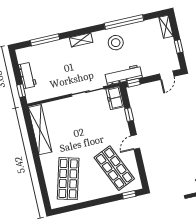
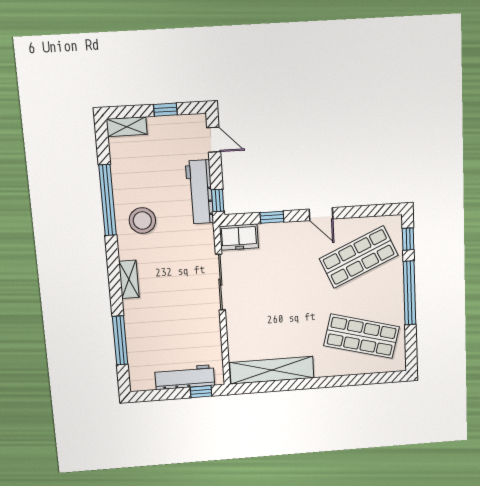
workbench: (27, 75) -> (185, 377), width x1.38
workbench: (123, 75) -> (200, 192), moved
window: (98, 202) -> (410, 293), added

